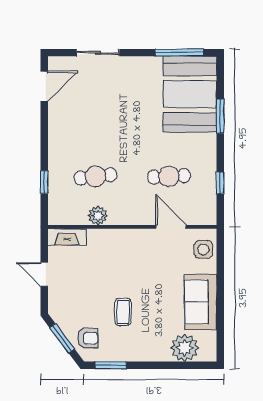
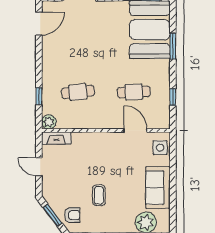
plant: (98, 216) -> (49, 122), moved

